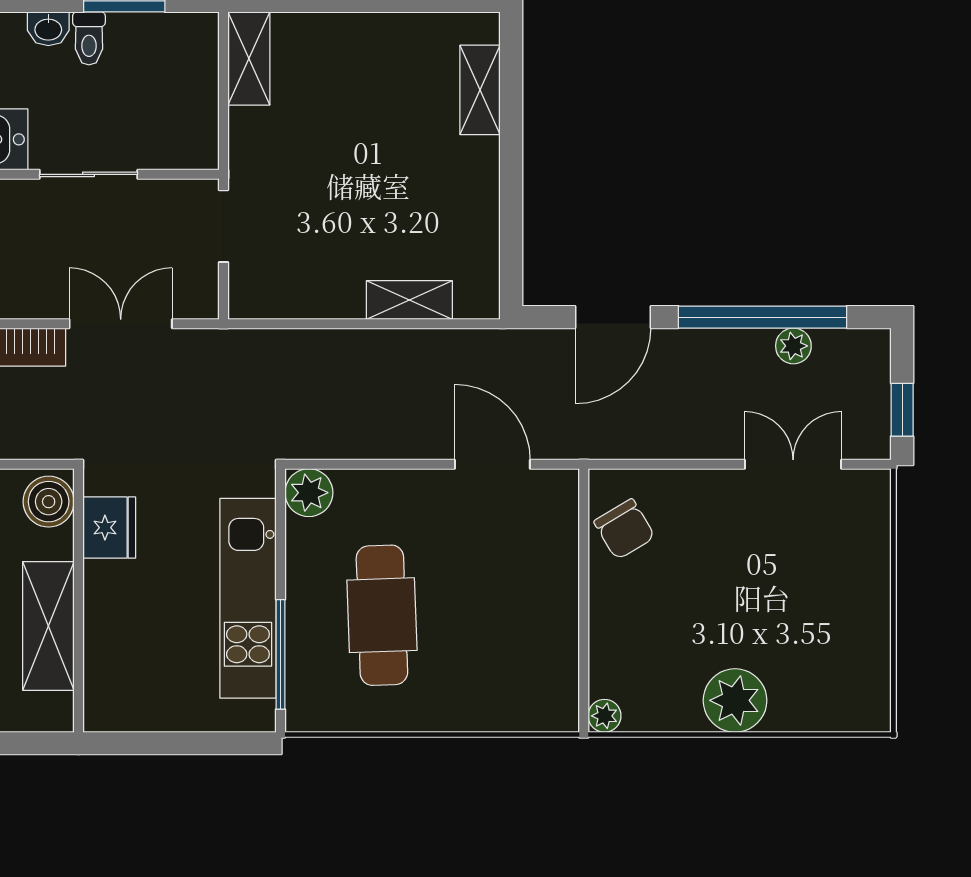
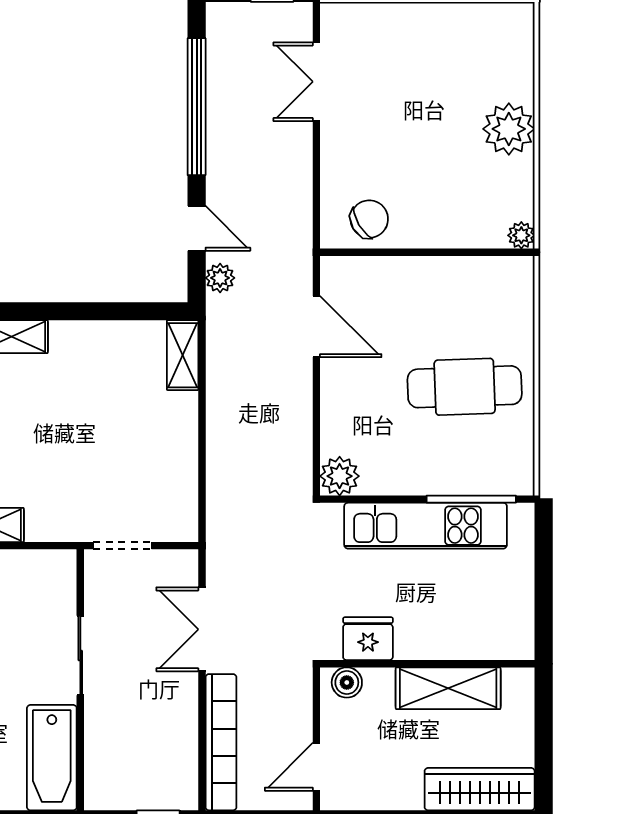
shelving: (409, 300) -> (183, 355), moved
door: (613, 317) -> (197, 228), width x0.73
plant: (793, 346) -> (220, 278), moved
door: (492, 464) -> (316, 327), swing flipped
boiler: (49, 502) -> (347, 682), width x0.73, depth x0.73
cafe table: (382, 615) -> (465, 387), moved

